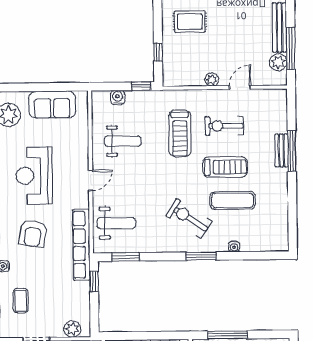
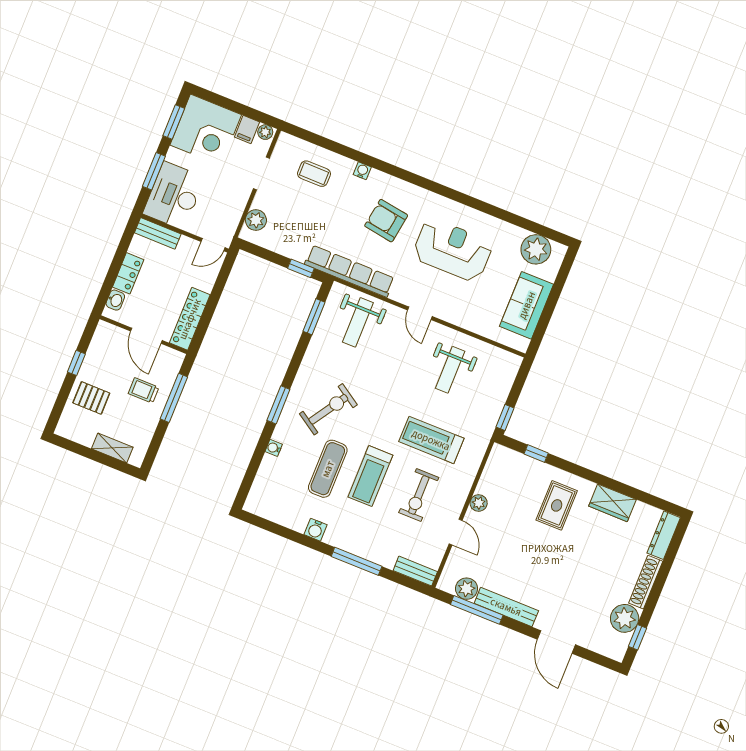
water cooler: (118, 97) -> (316, 530), moved, turned 90
exercise bike: (224, 126) -> (419, 495), turned 180
bench: (281, 150) -> (415, 571), moved

